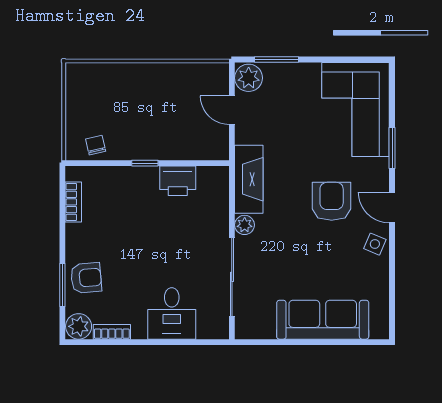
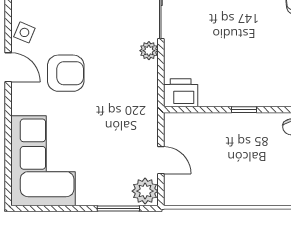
window: (392, 148) -> (8, 124), removed
fireplace: (249, 179) -> (145, 94), removed
printer: (178, 181) -> (181, 93), moved
armchair: (332, 201) -> (66, 73), turned -90

